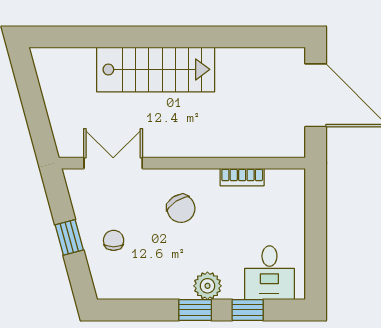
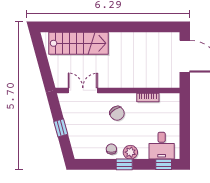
stairs: (156, 69) -> (79, 43), moved
chair: (114, 240) -> (111, 149), moved
window: (248, 310) -> (164, 164), moved

